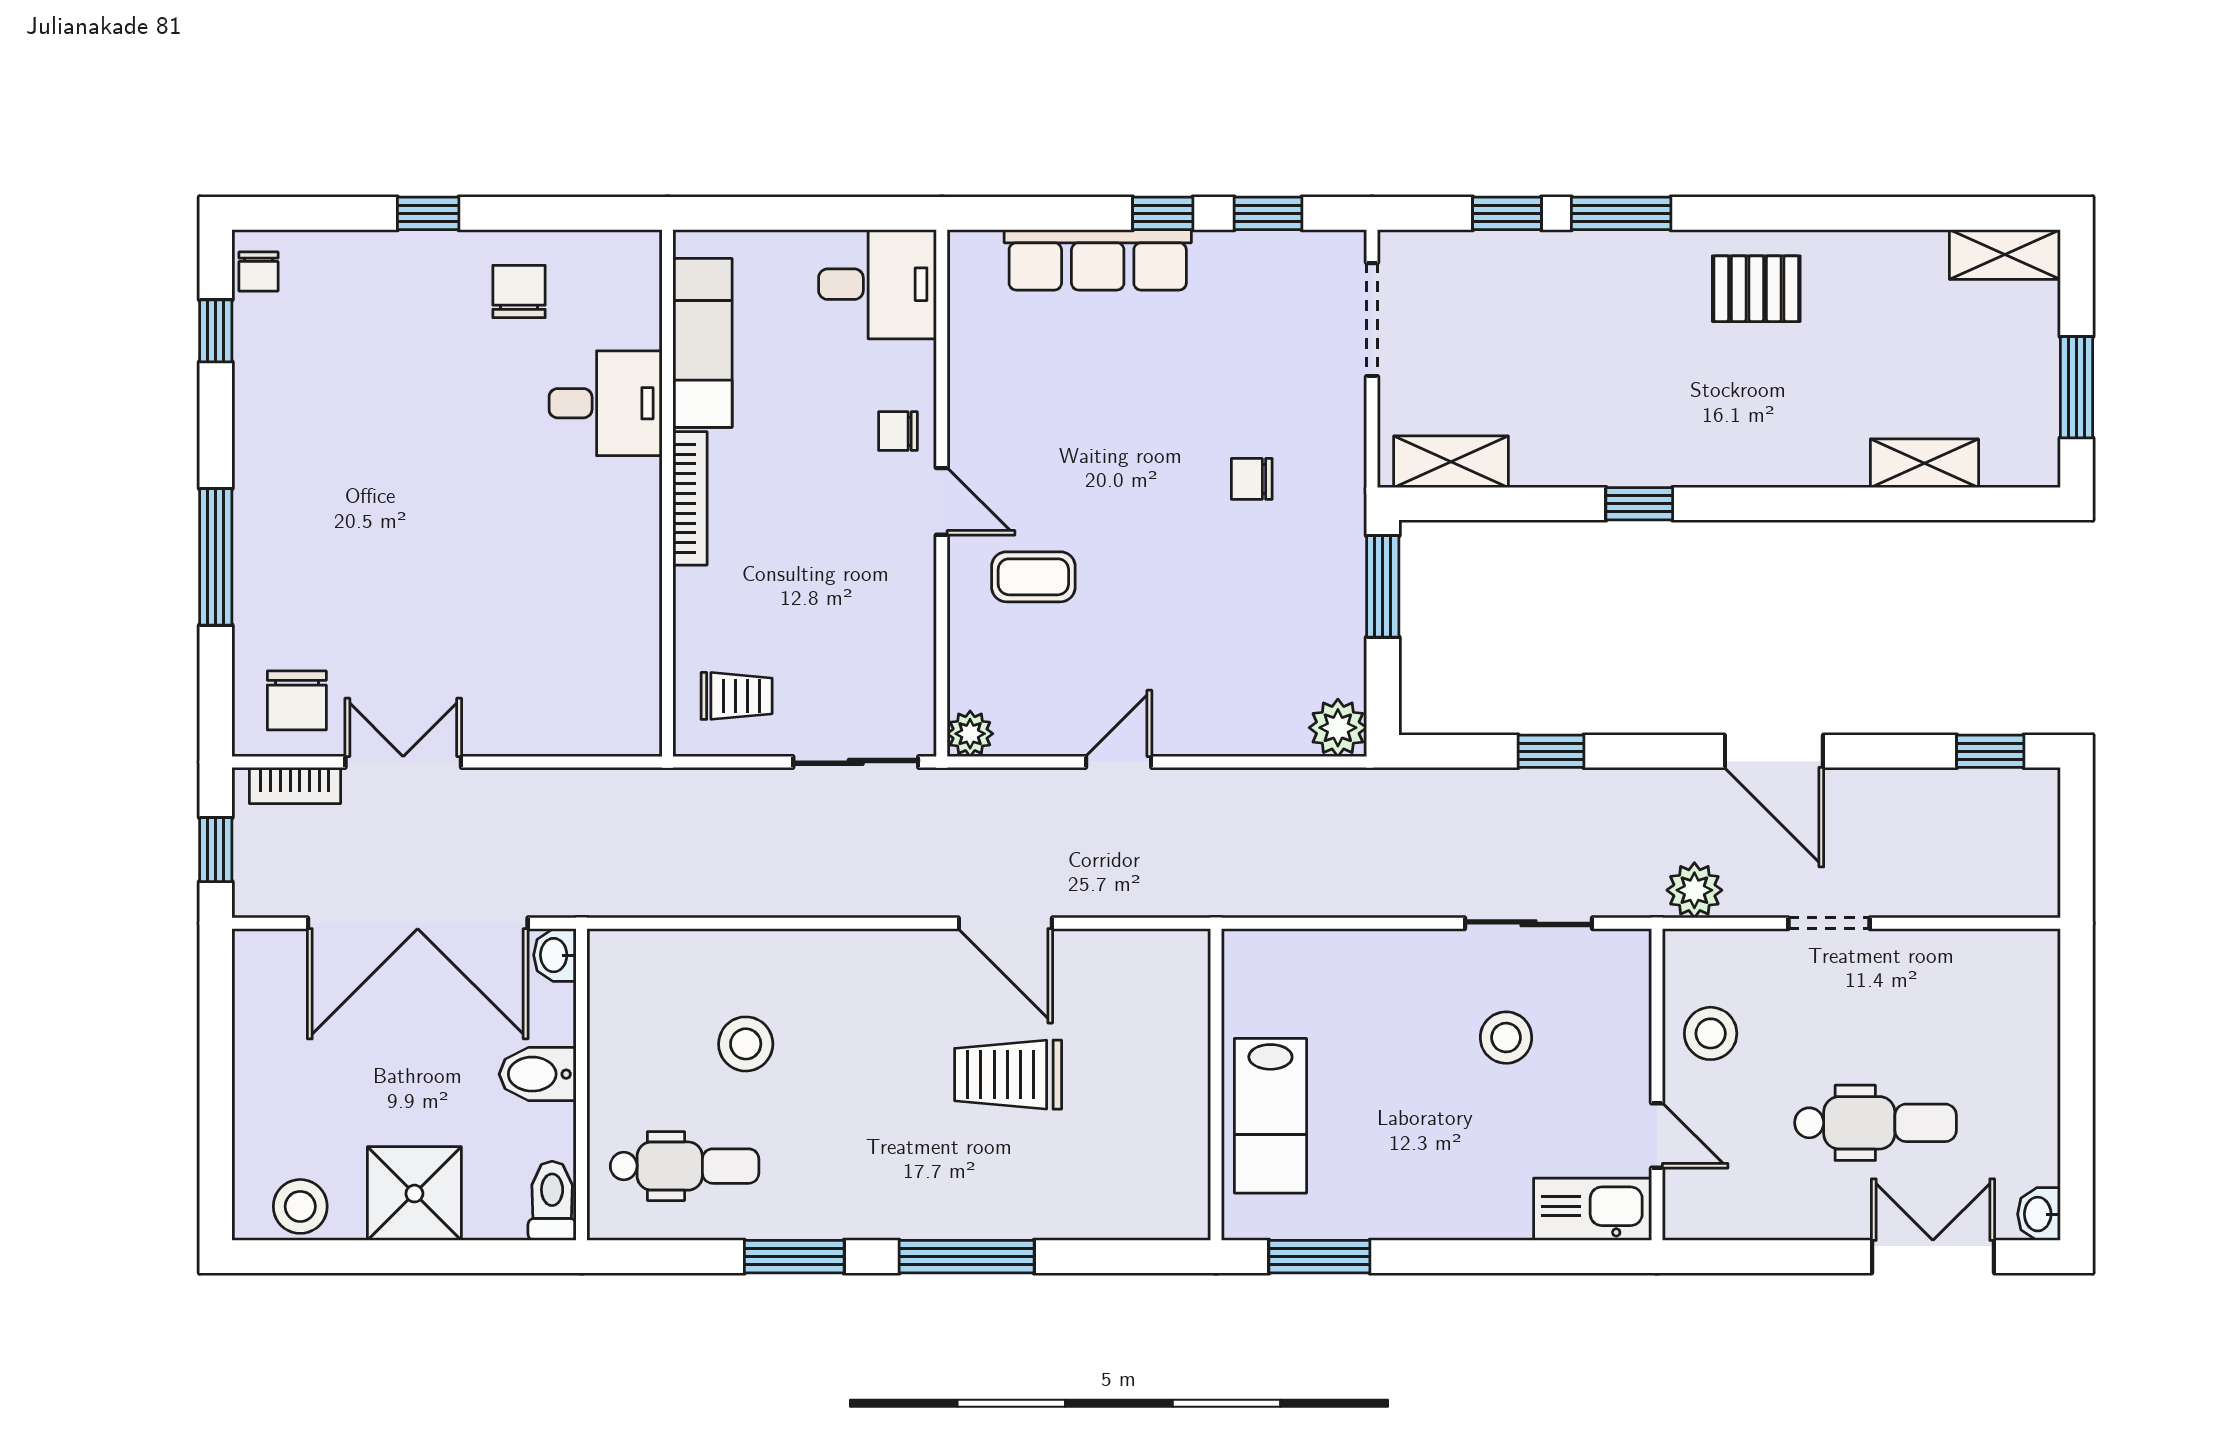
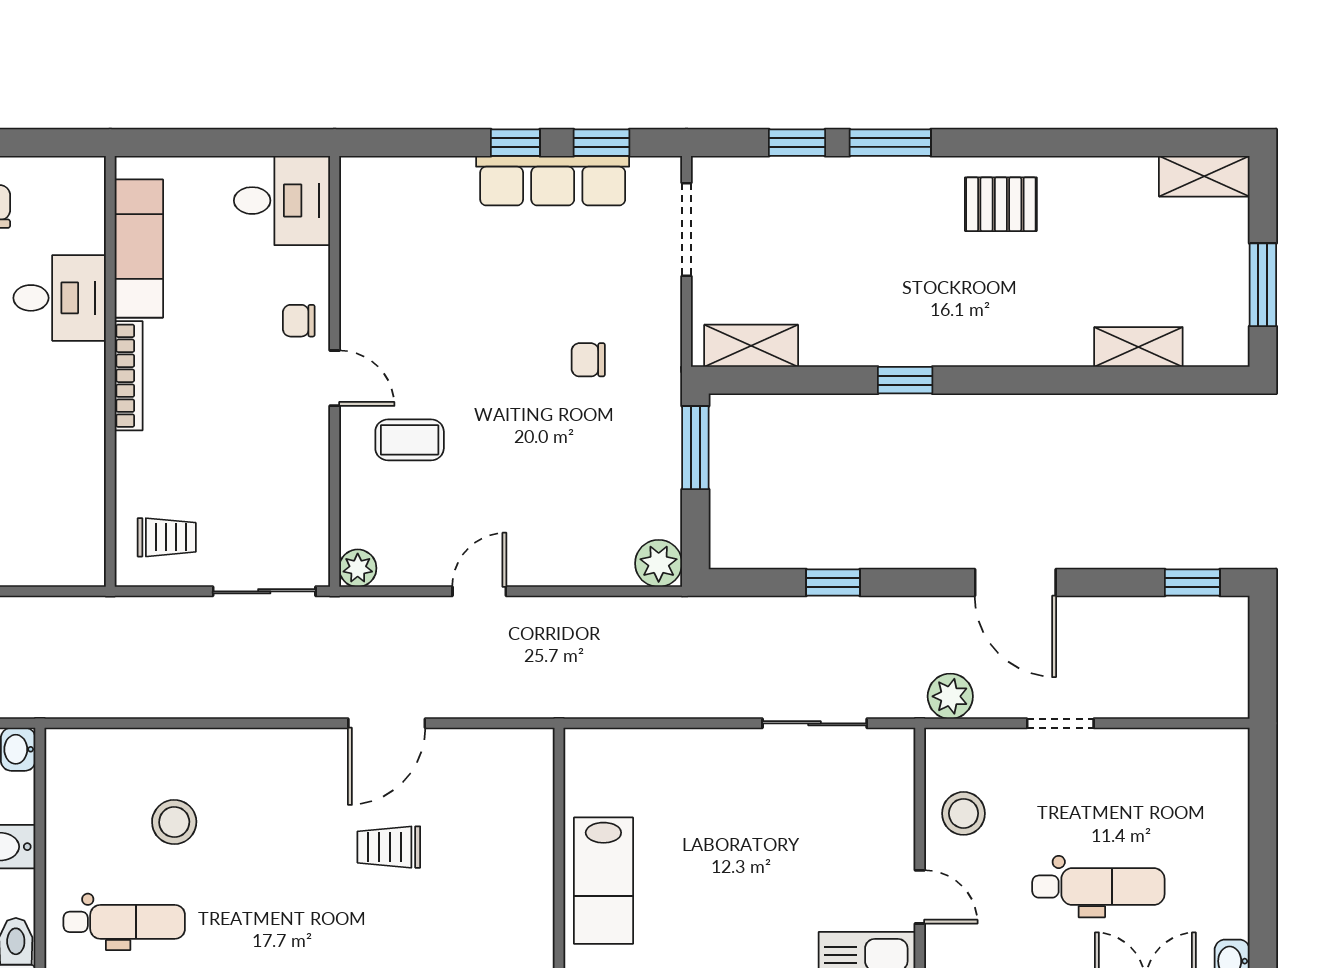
row of seats: (1098, 260) -> (553, 181), moved
door: (1005, 923) -> (387, 723), hinge flipped
stool: (1506, 1038) -> (796, 817), removed
trolley: (1008, 1075) -> (389, 847), width x0.73, depth x0.72

